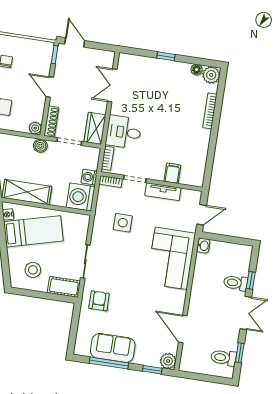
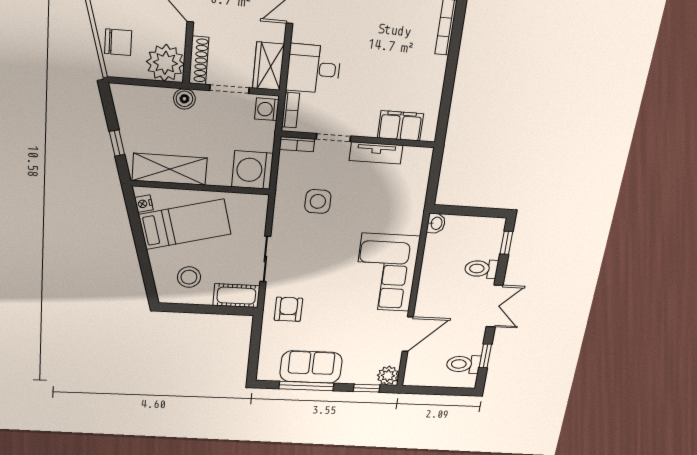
plant: (35, 128) -> (165, 63), width x1.87, depth x1.87
filing cabinet: (172, 173) -> (400, 126), width x2.00
washing machine: (89, 177) -> (267, 109), moved
door: (202, 215) -> (433, 181), removed
corner sofa: (171, 258) -> (386, 272), moved
window: (251, 280) -> (506, 243), moved
door: (183, 329) -> (408, 334), swing flipped

